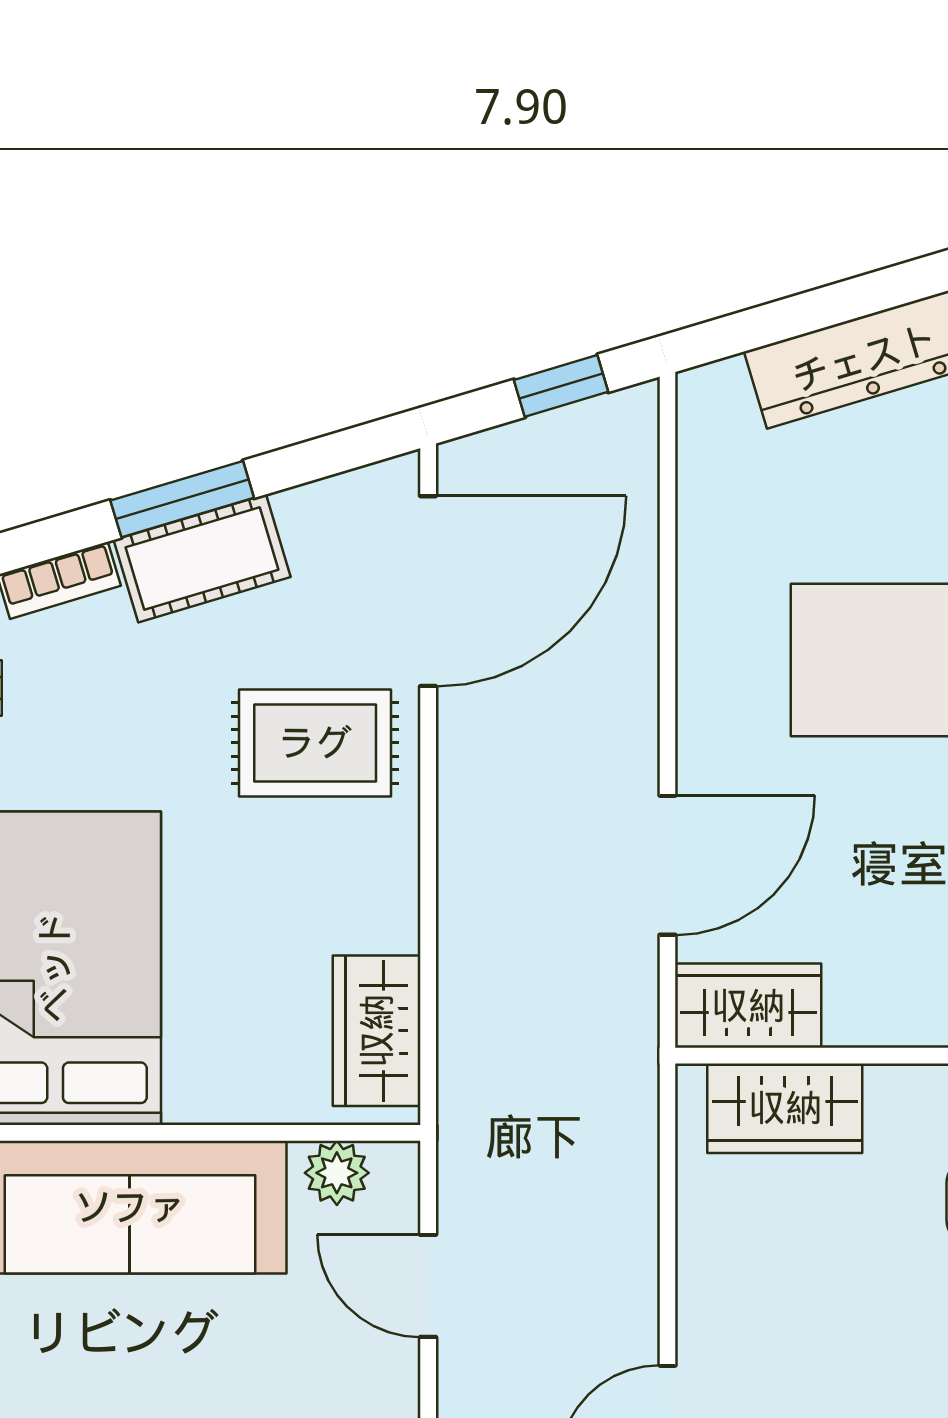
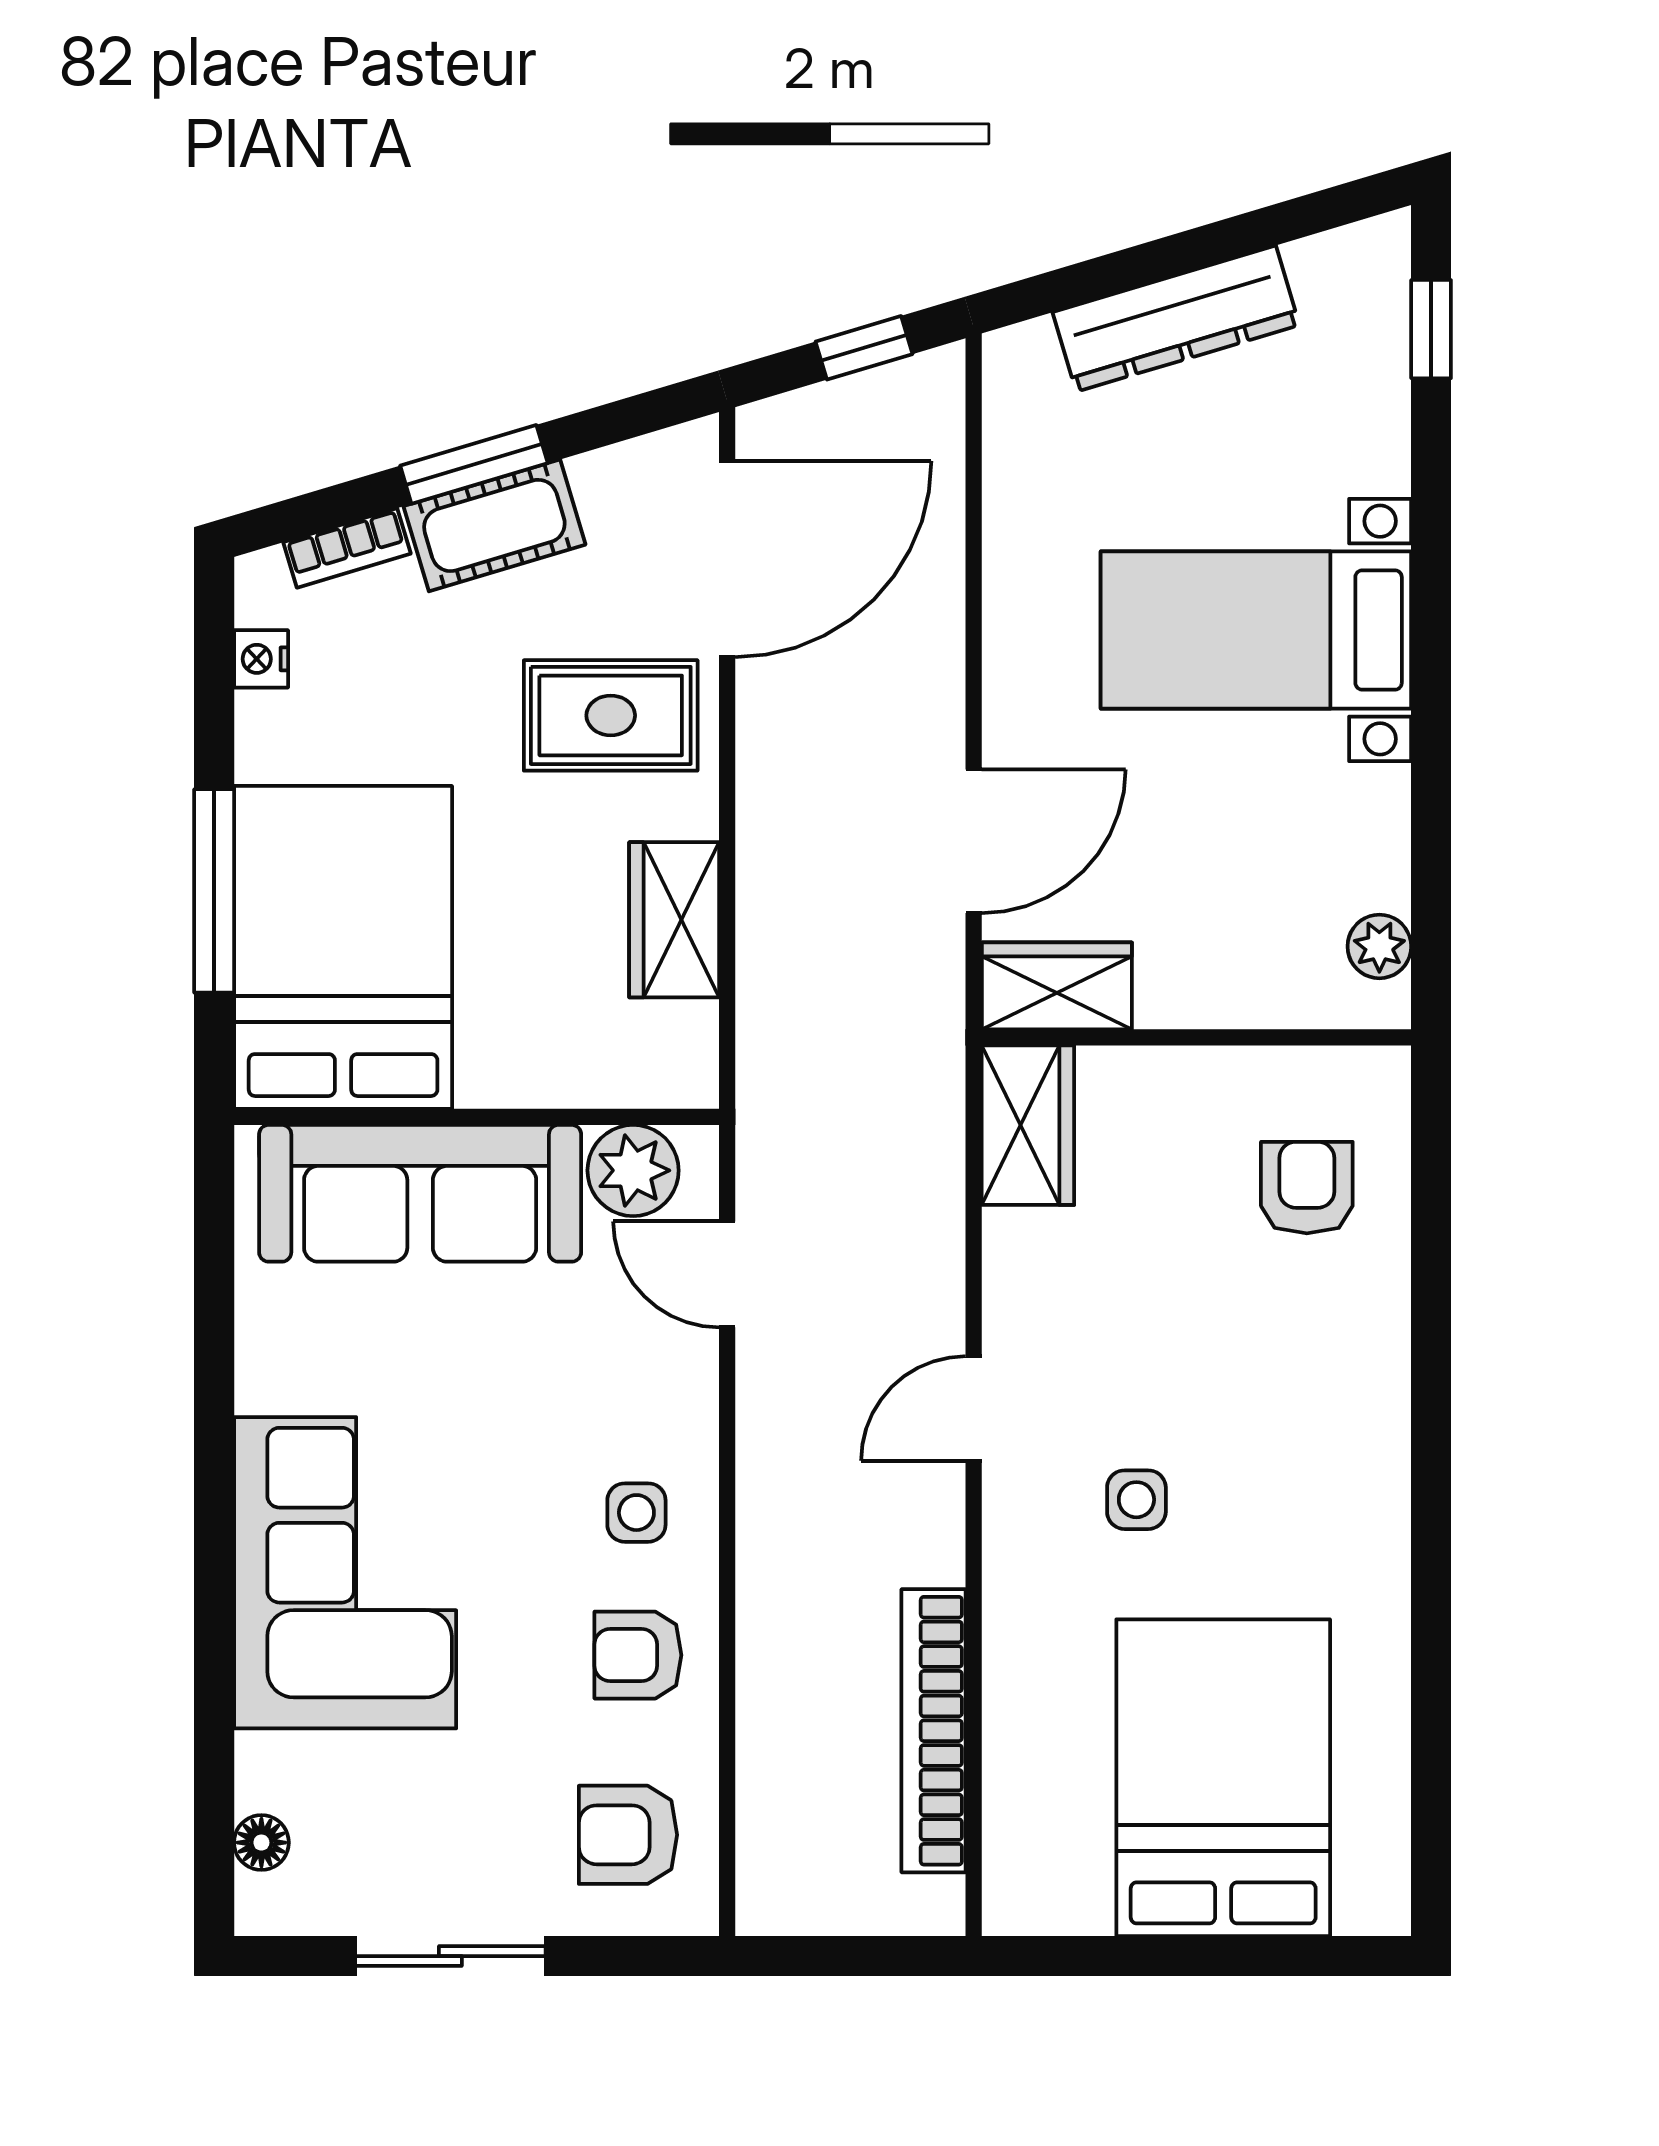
wardrobe: (377, 1031) -> (674, 920), moved
wardrobe: (785, 1108) -> (1028, 1125), moved, turned -90
plant: (337, 1173) -> (633, 1170), width x1.38, depth x1.38

